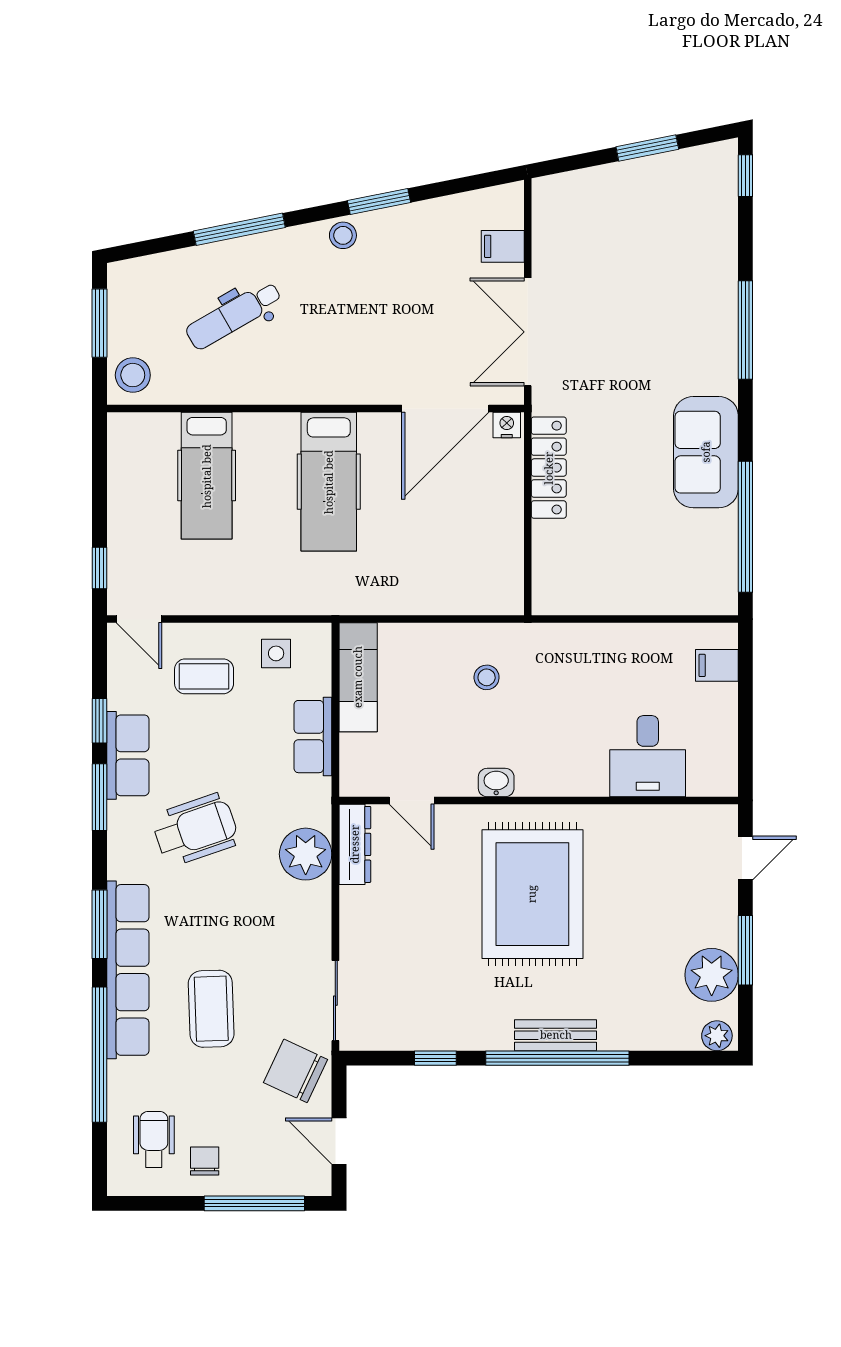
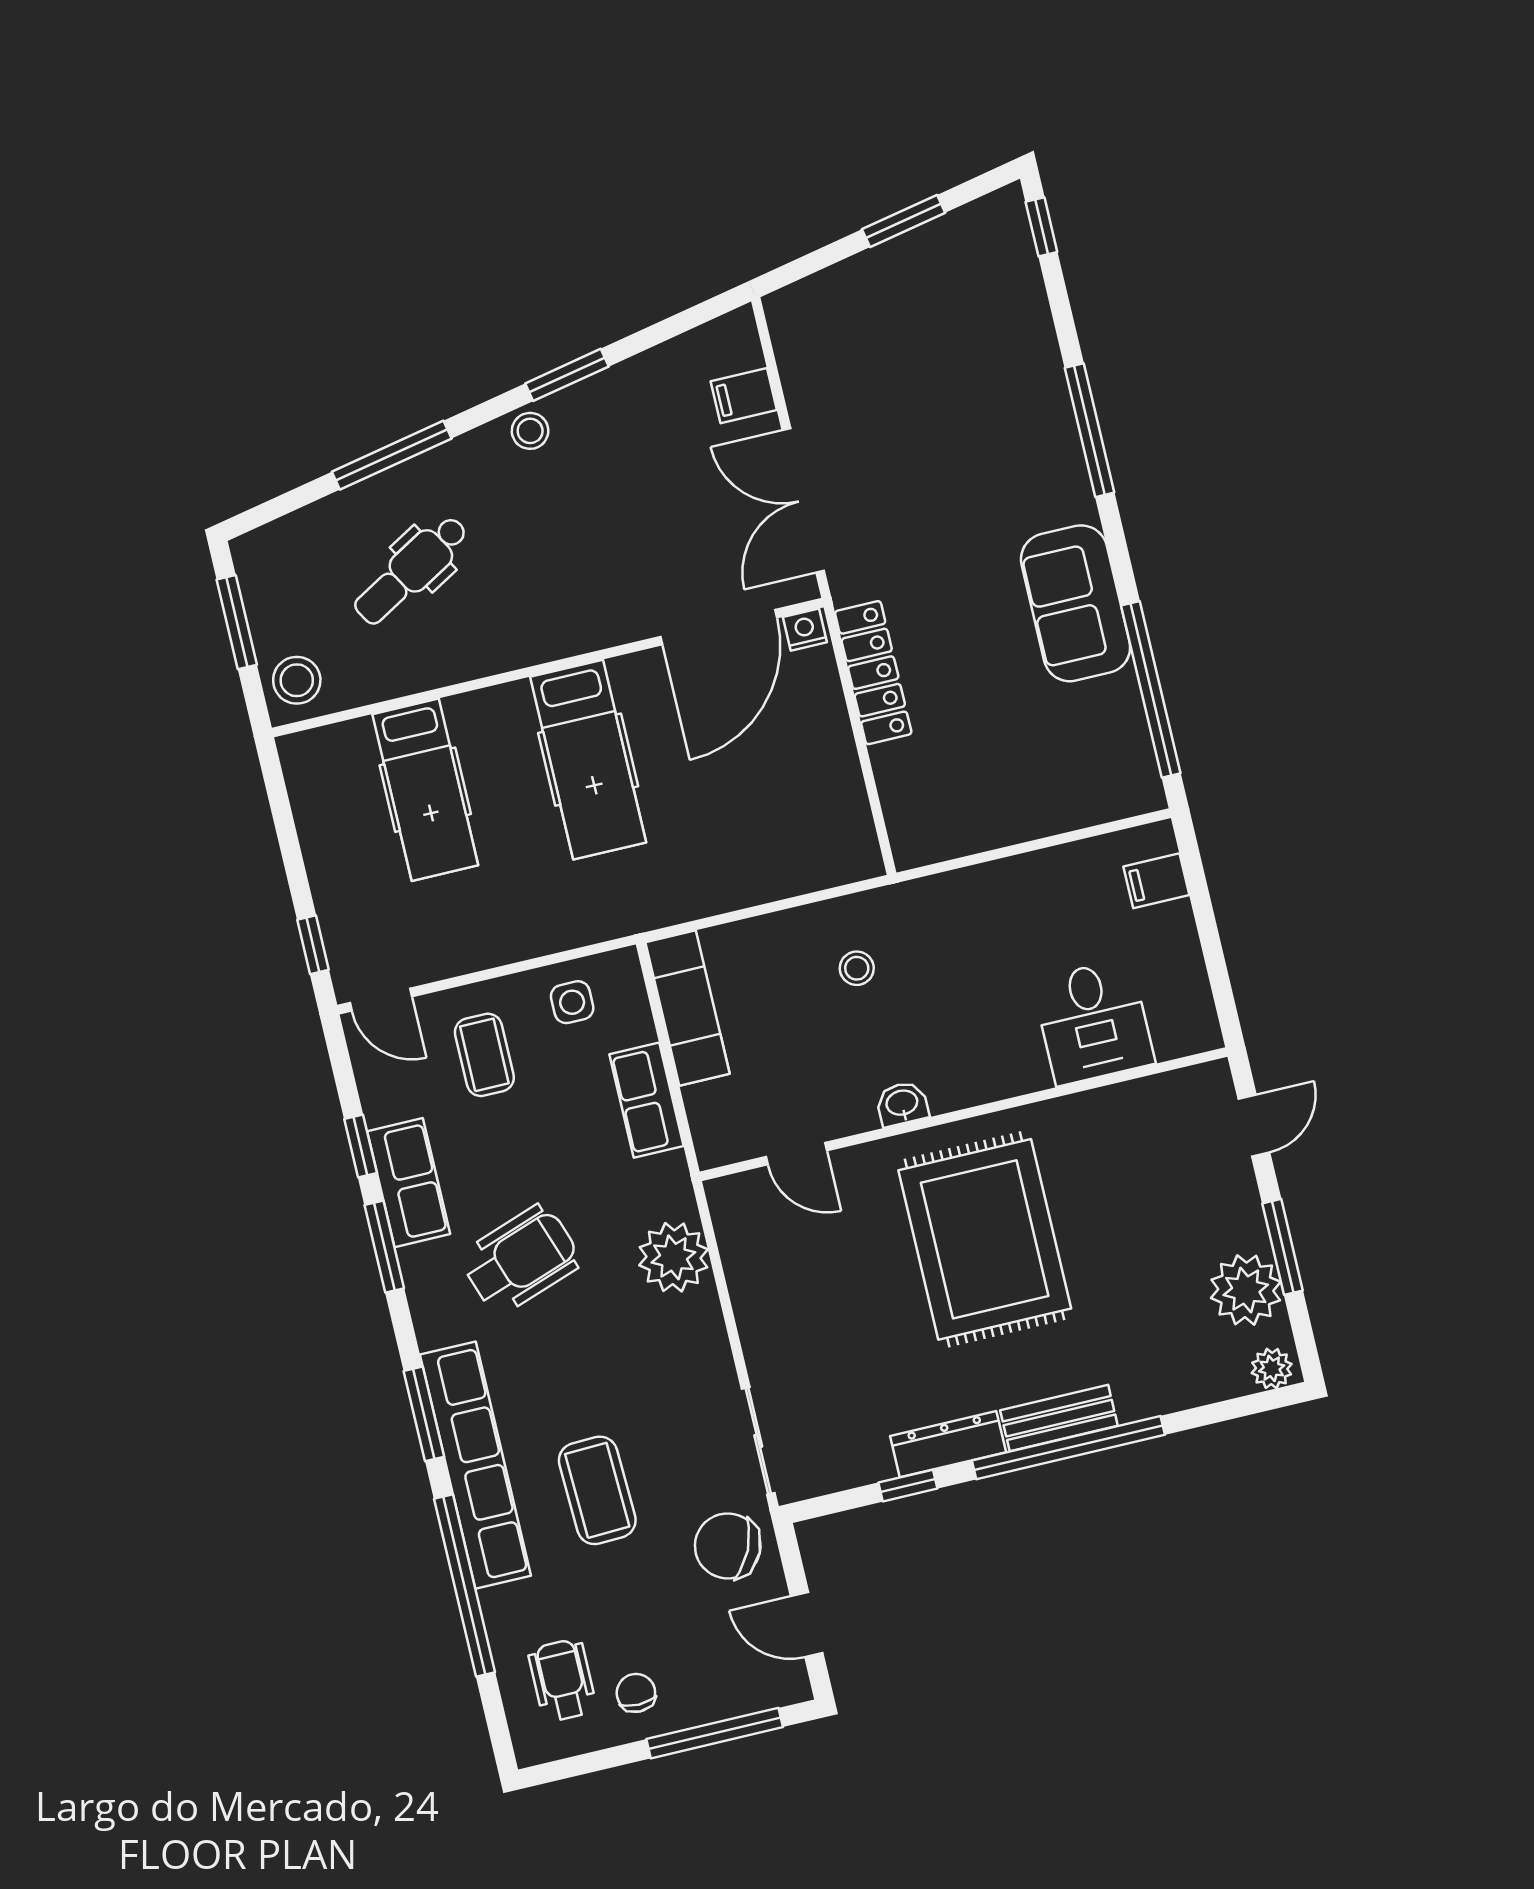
coffee table: (204, 676) -> (484, 1055), turned 90
dresser: (355, 844) -> (948, 1444), moved, turned -90

